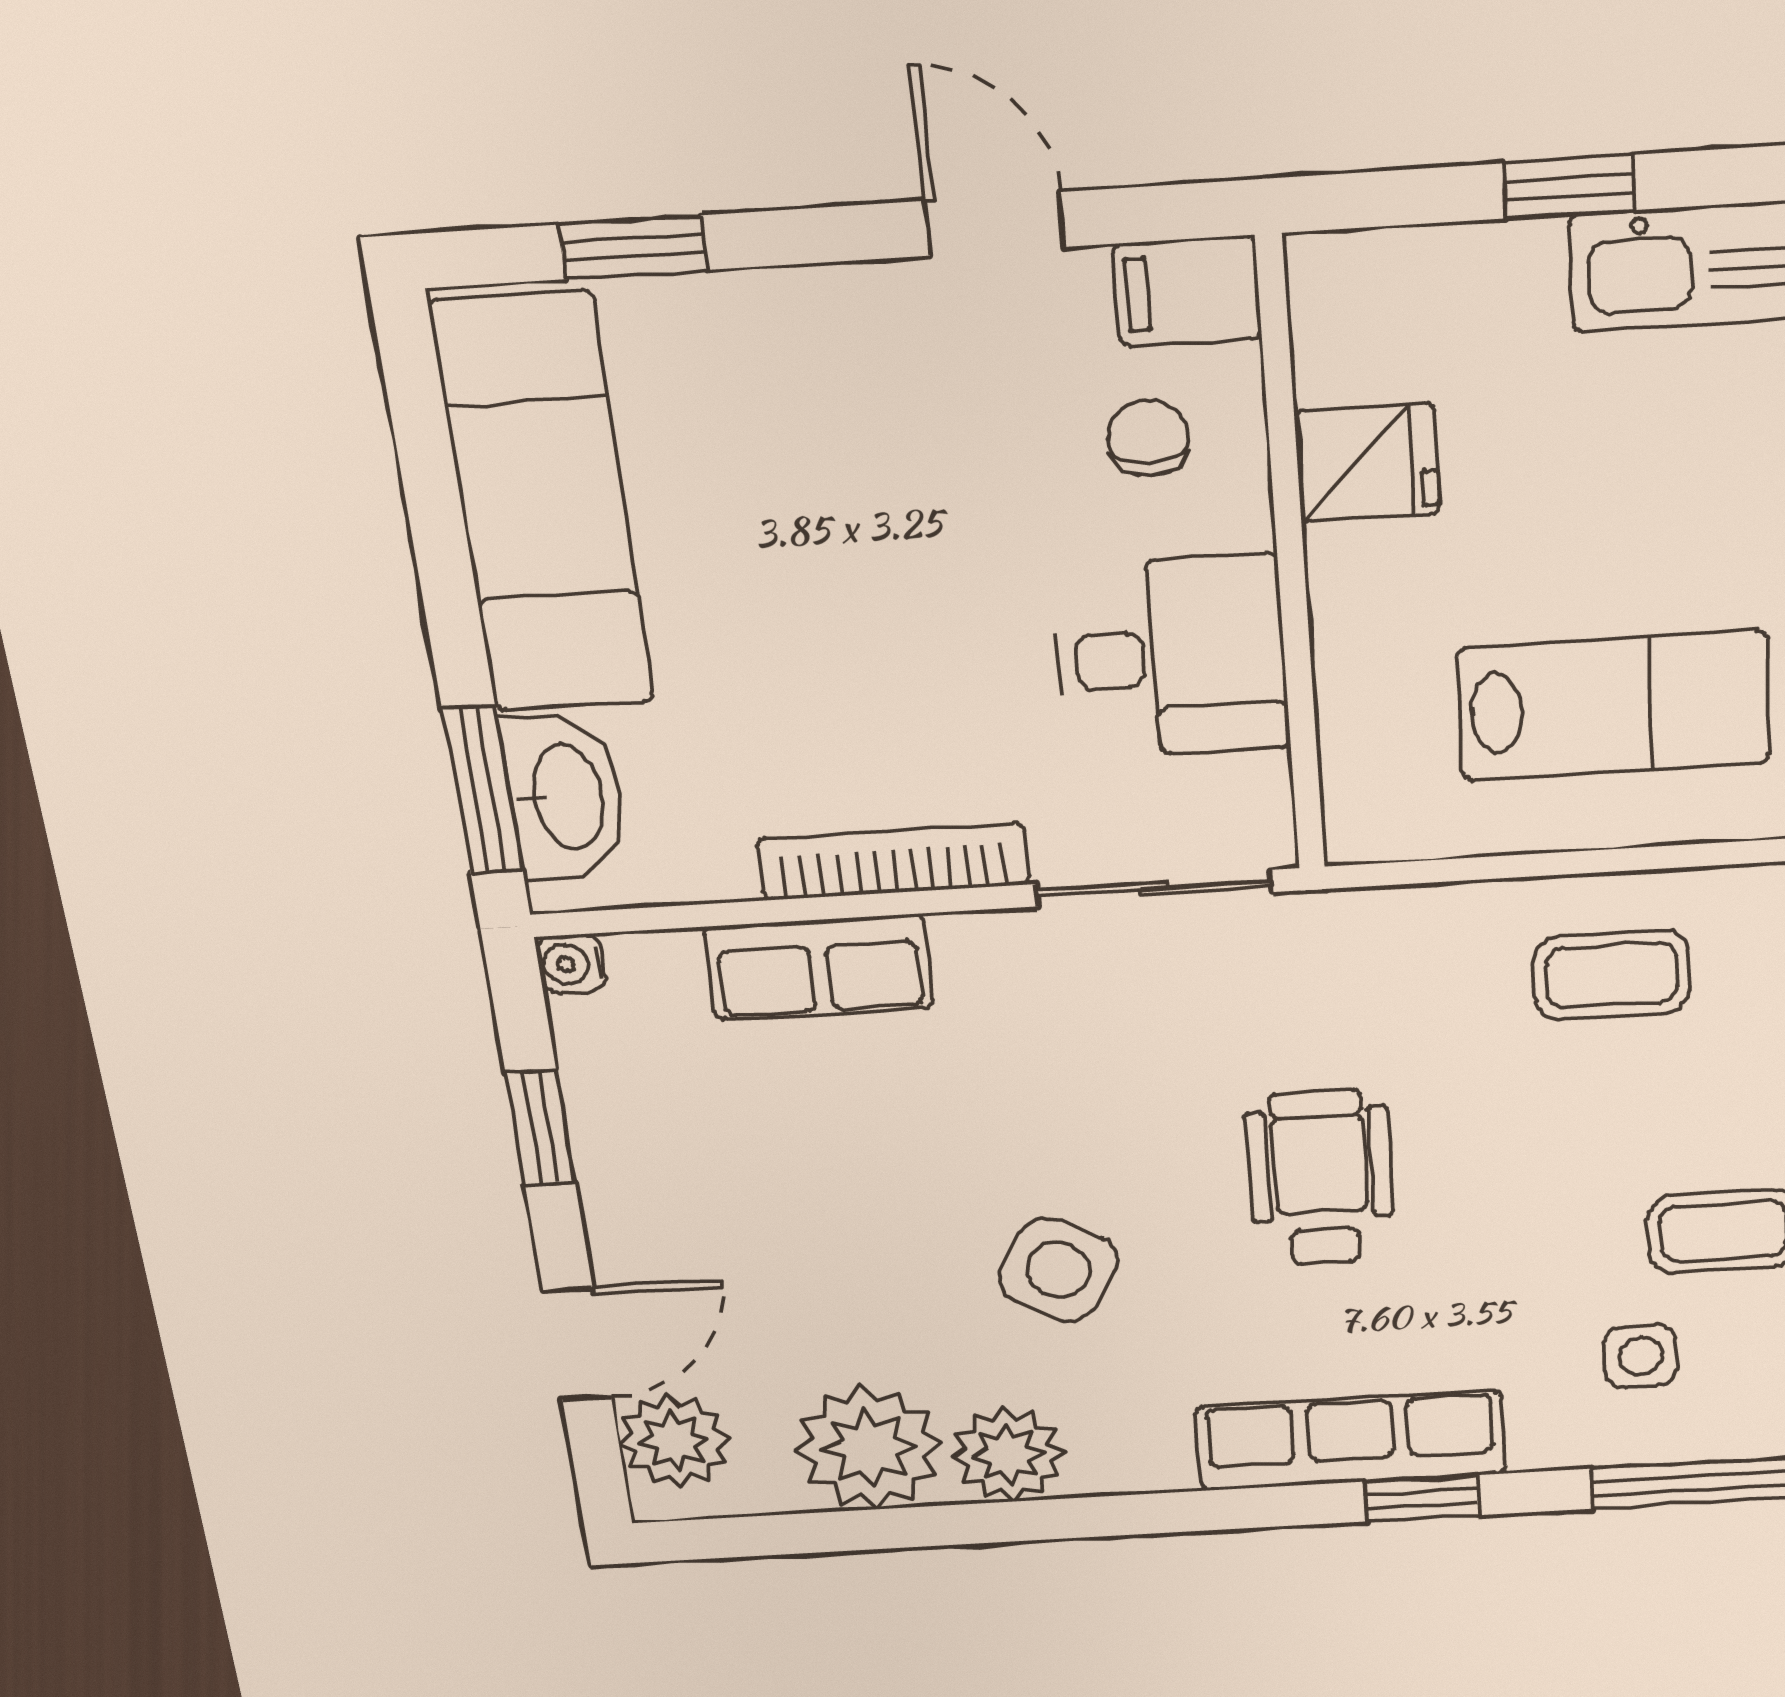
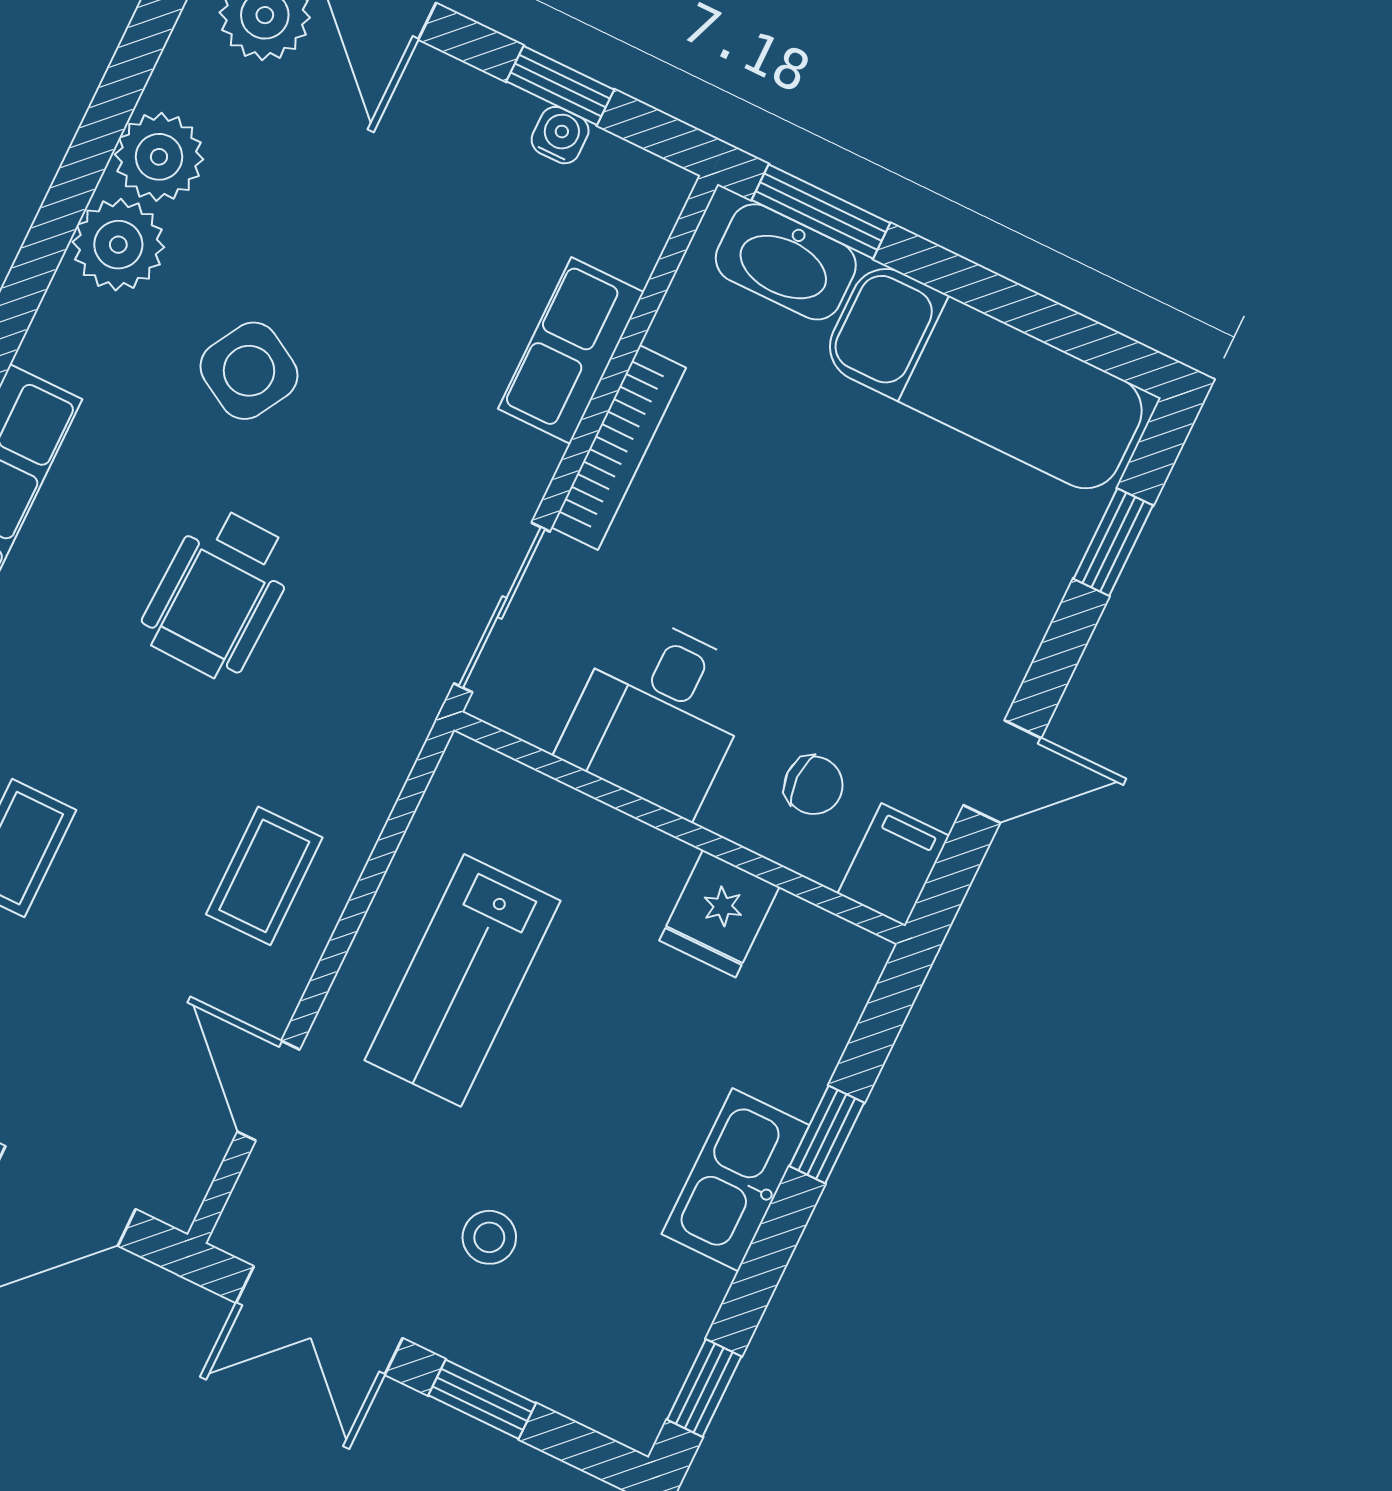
water cooler: (571, 964) -> (560, 135), moved
wheelchair: (1320, 1178) -> (219, 593), turned 92
plant: (869, 1448) -> (159, 157), width x0.73, depth x0.73

